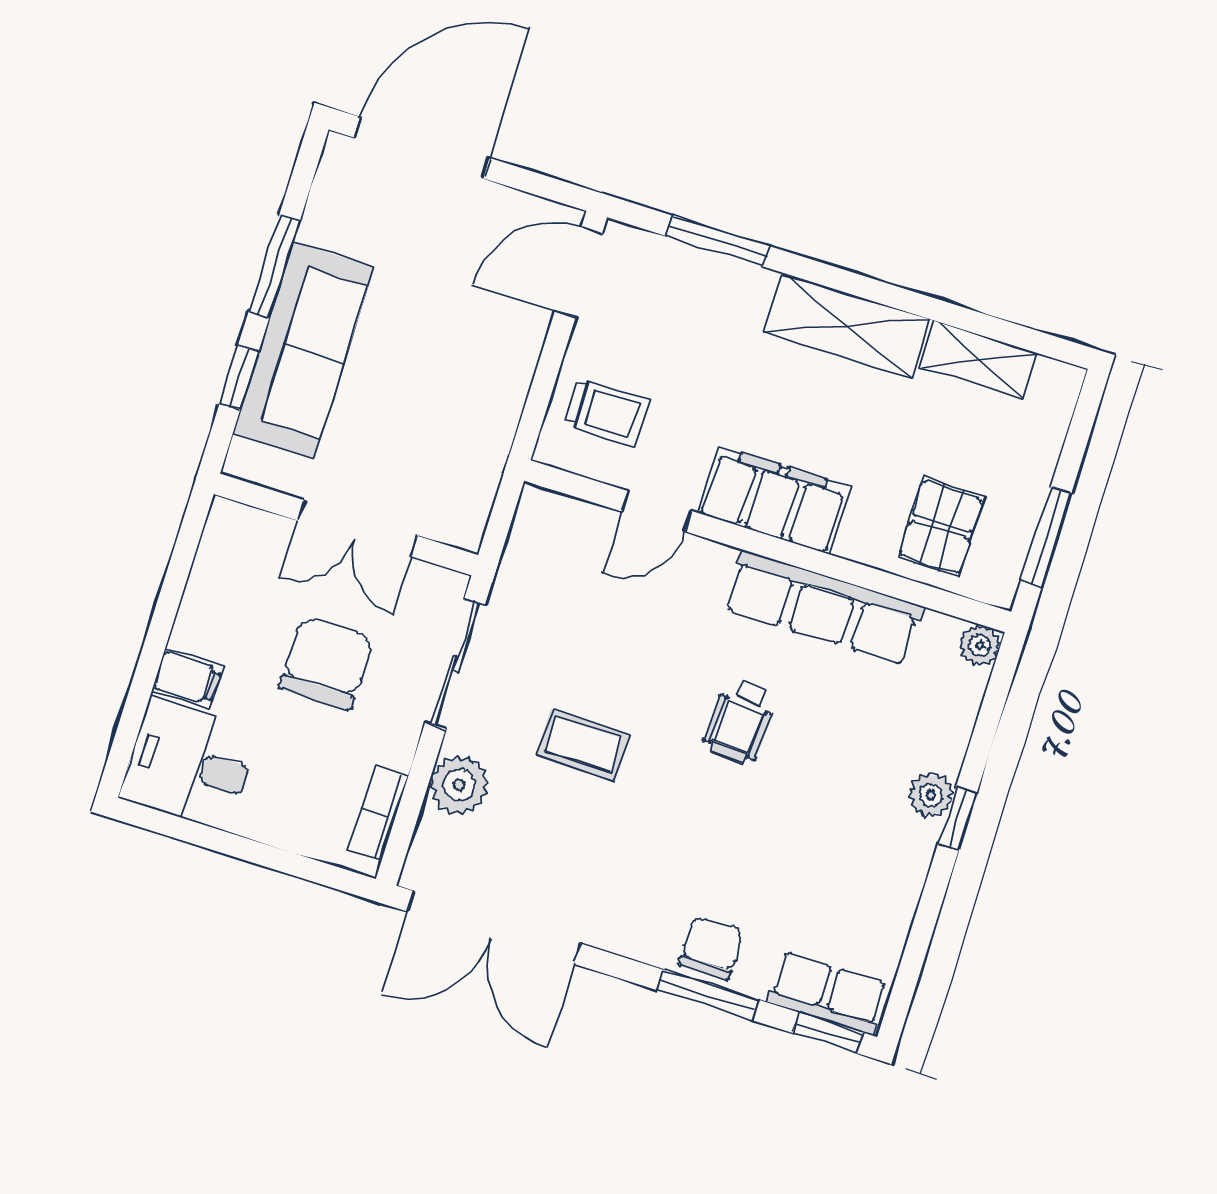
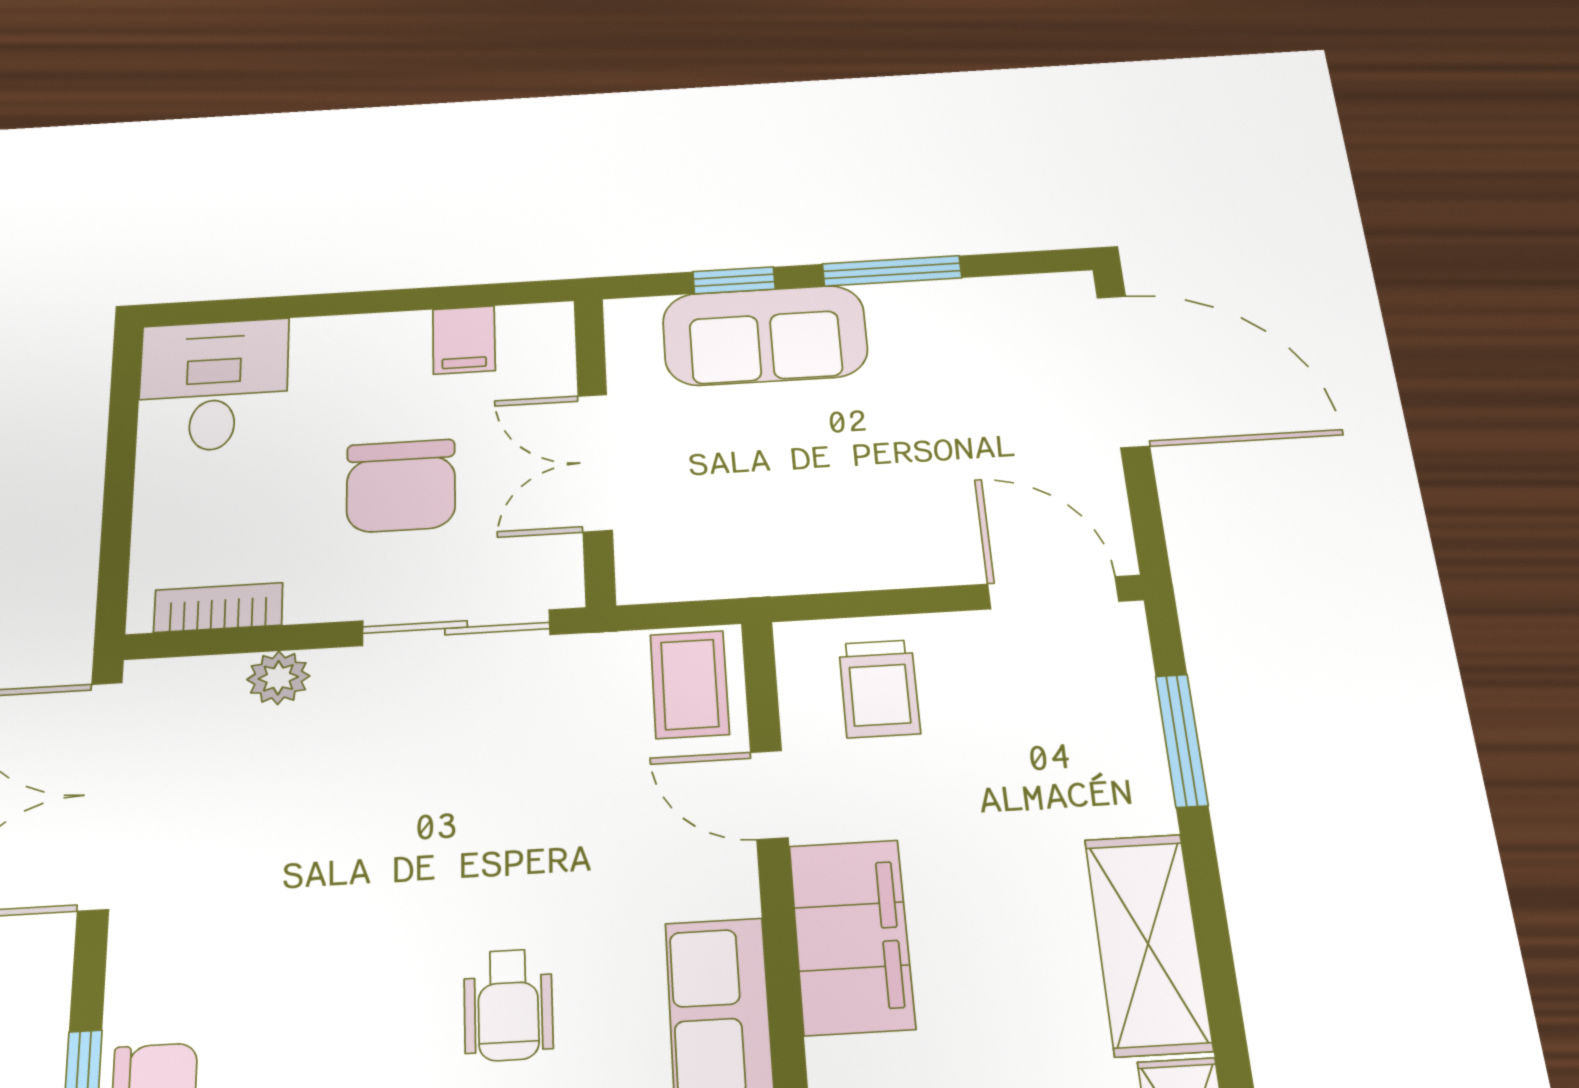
sofa: (304, 350) -> (765, 335), width x0.73
chair: (326, 663) -> (401, 486), turned 90
filing cabinet: (187, 678) -> (464, 340), moved
wheelchair: (740, 722) -> (508, 1005), turned -94
coffee table: (583, 745) -> (690, 684), moved
plant: (459, 785) -> (278, 678), width x0.73, depth x0.73

